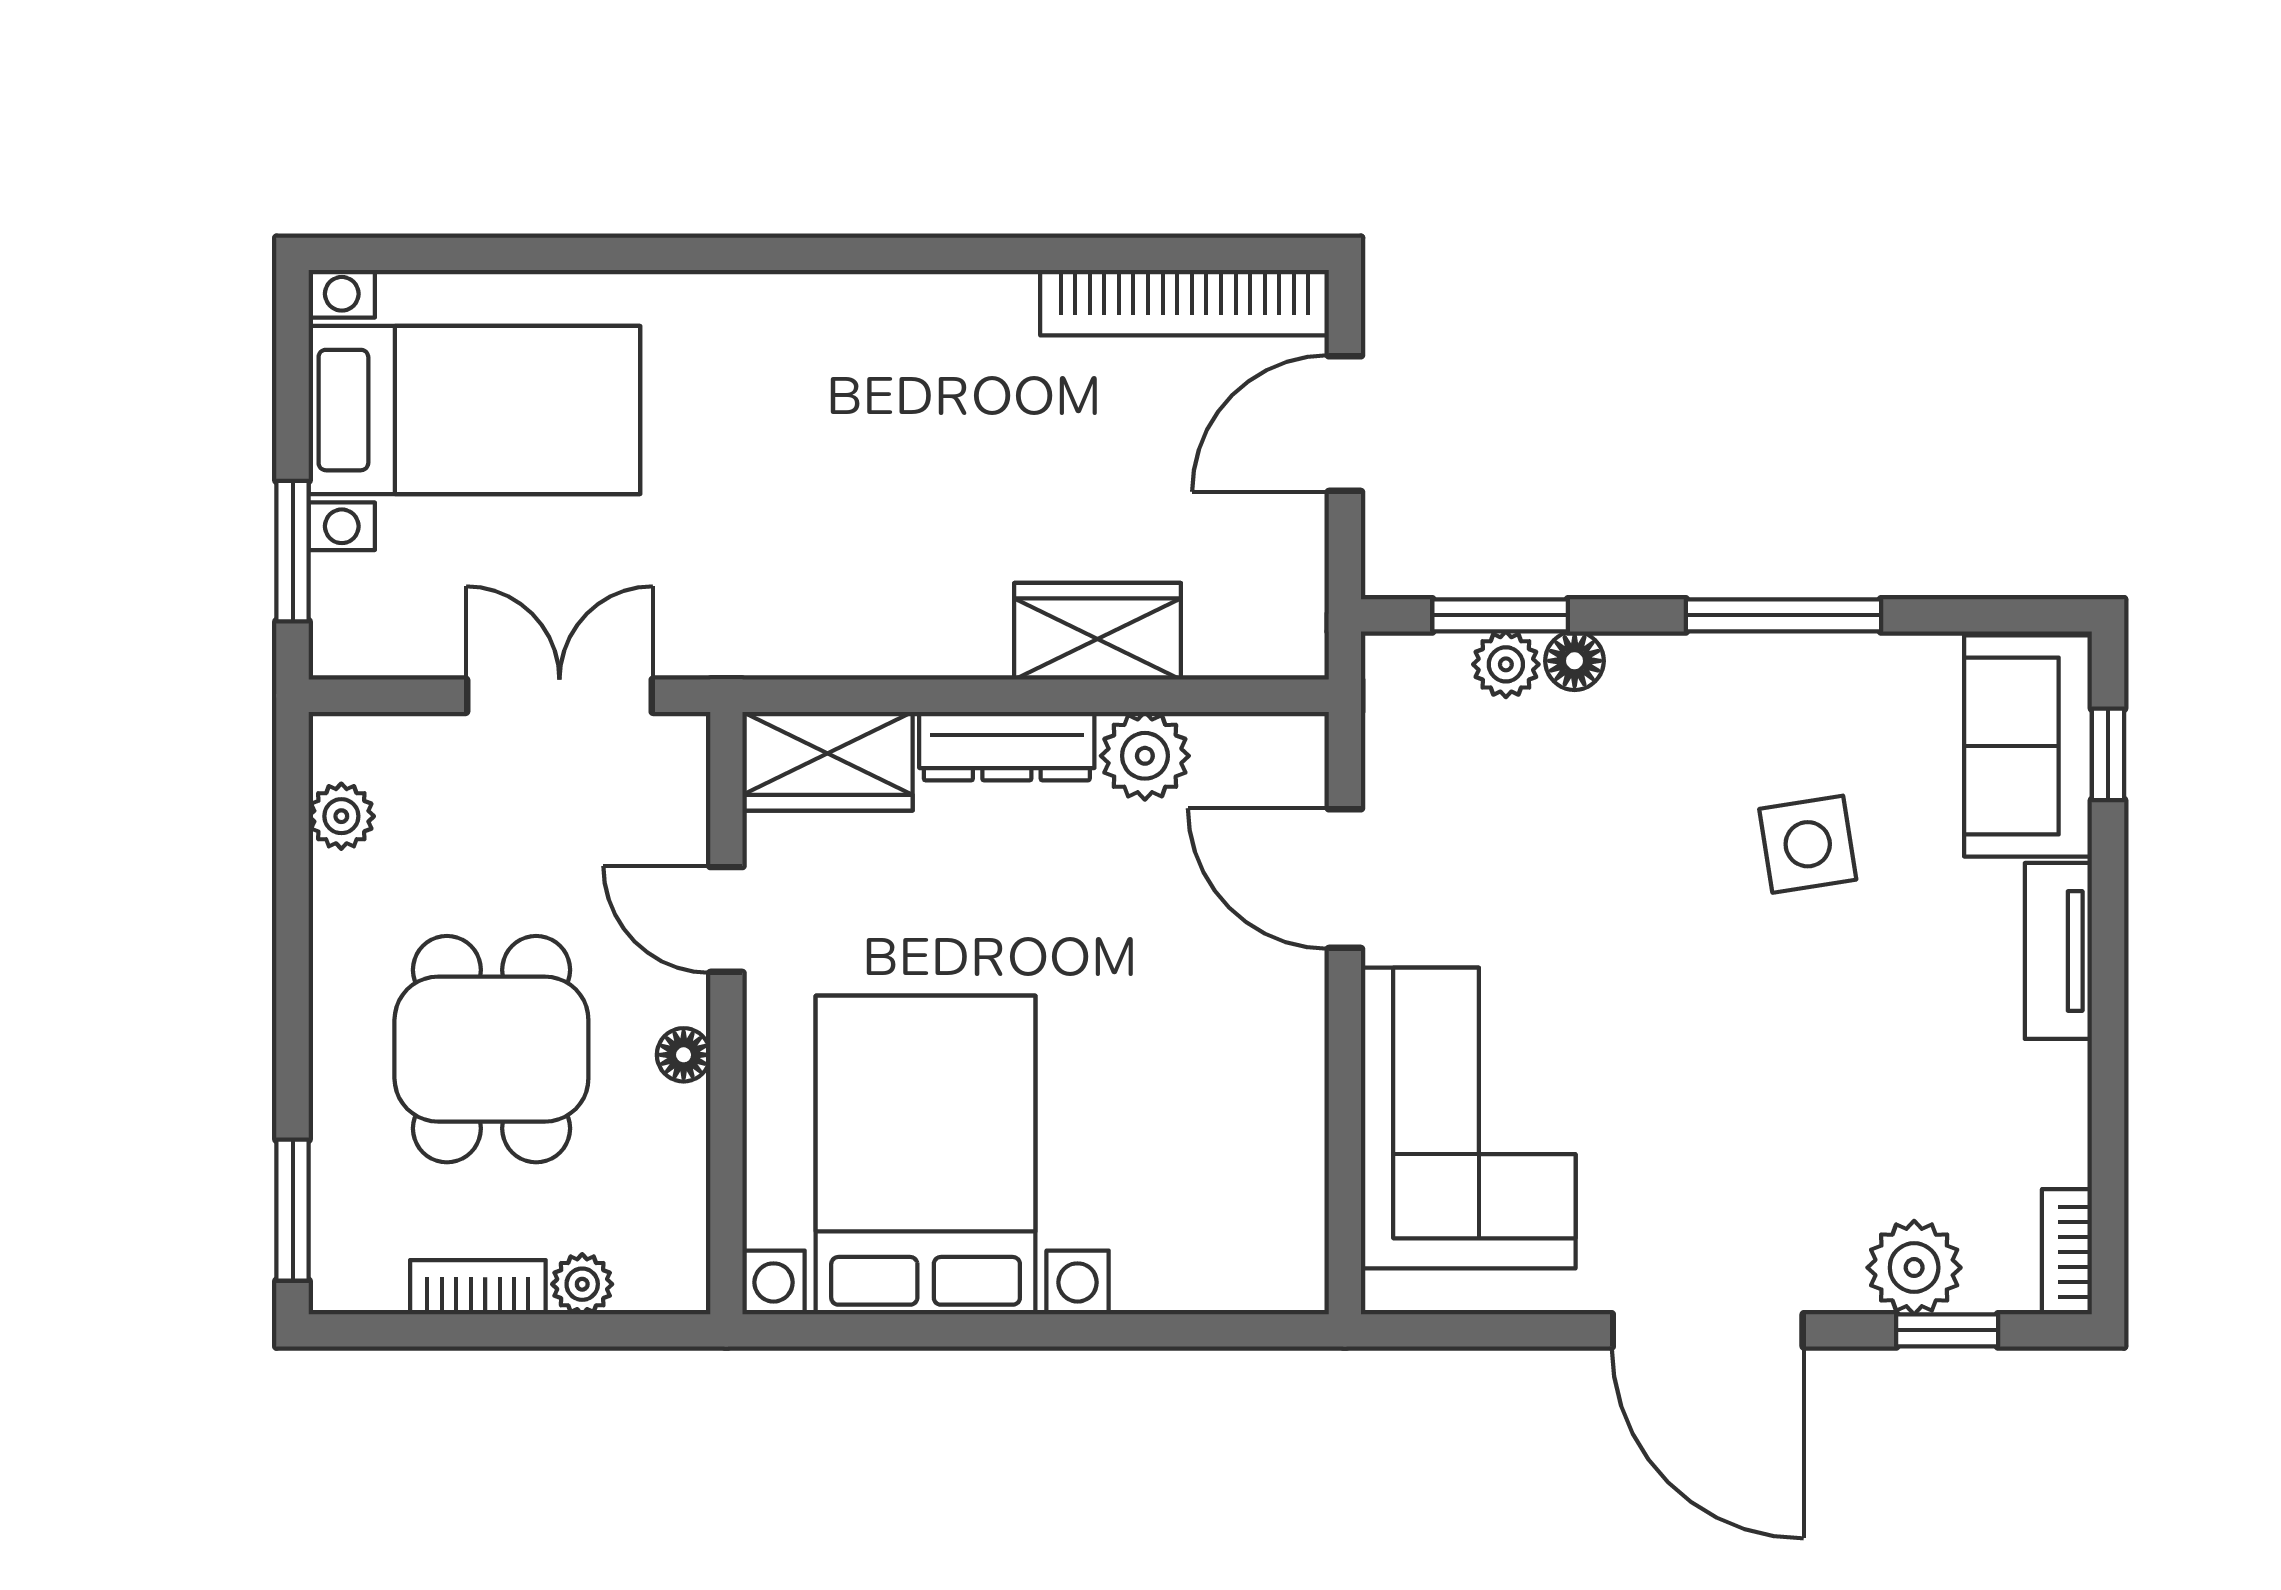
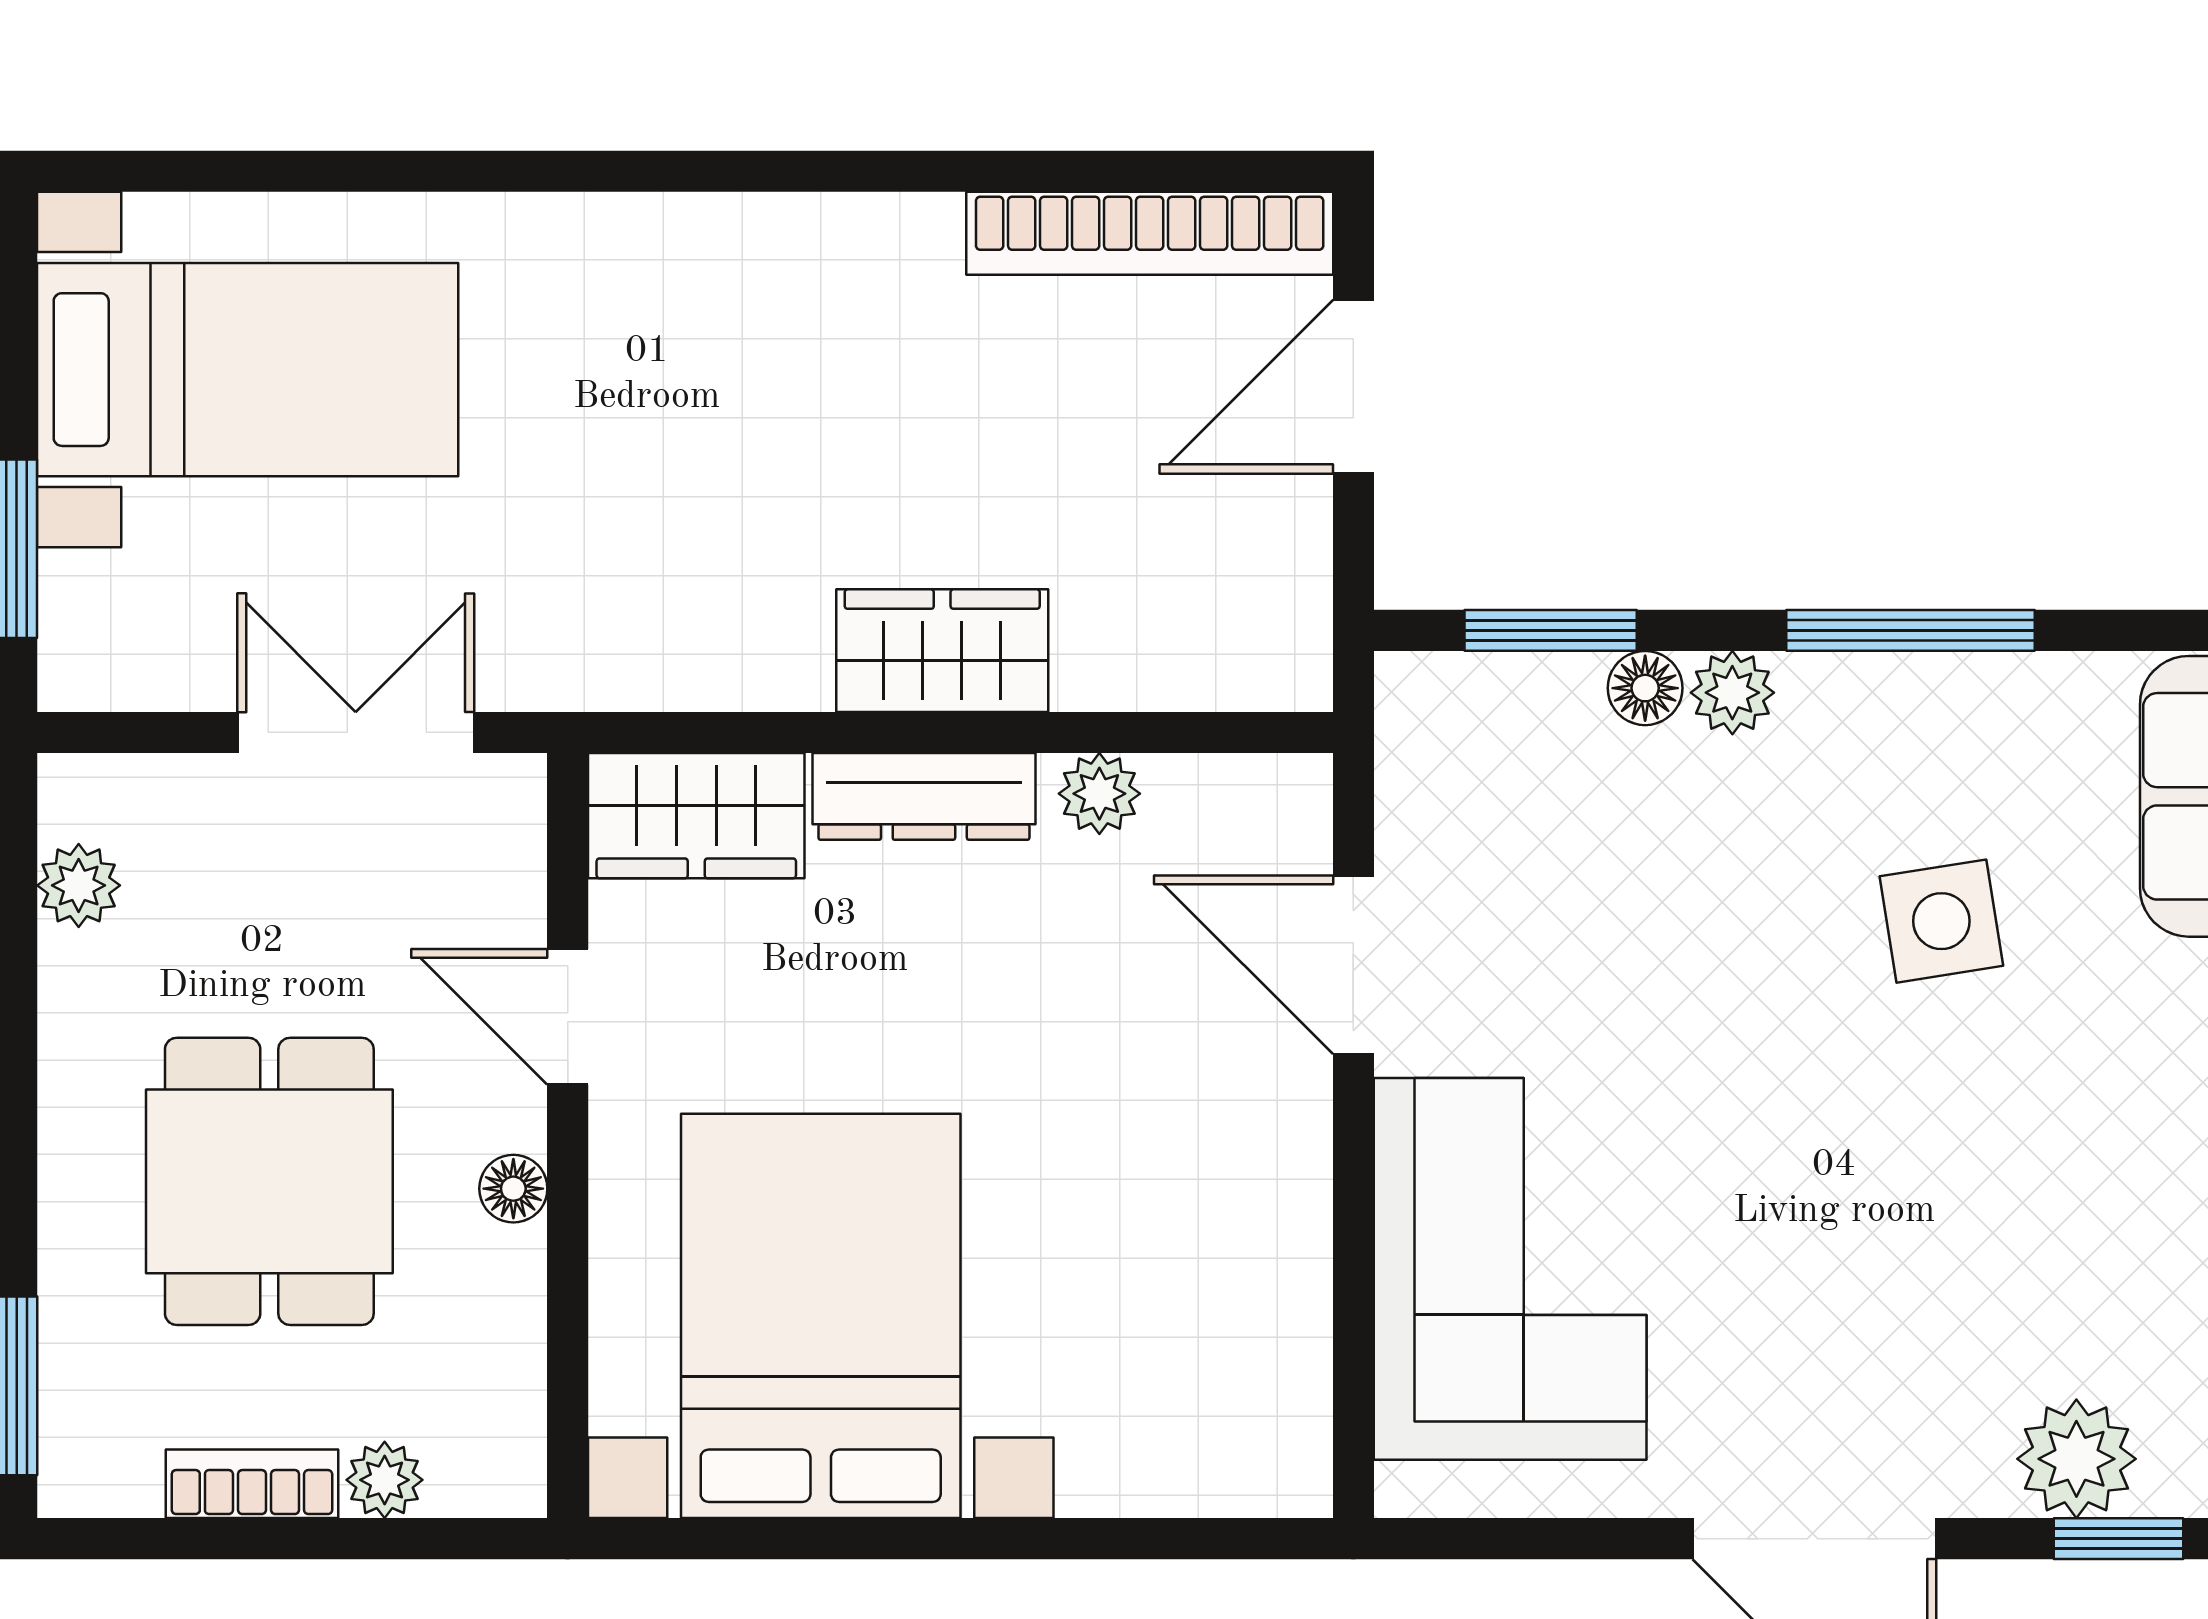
wardrobe: (1098, 631) -> (942, 651), moved
plant: (1506, 664) -> (1732, 693), moved
plant: (1145, 756) -> (1099, 794), width x0.73, depth x0.73

